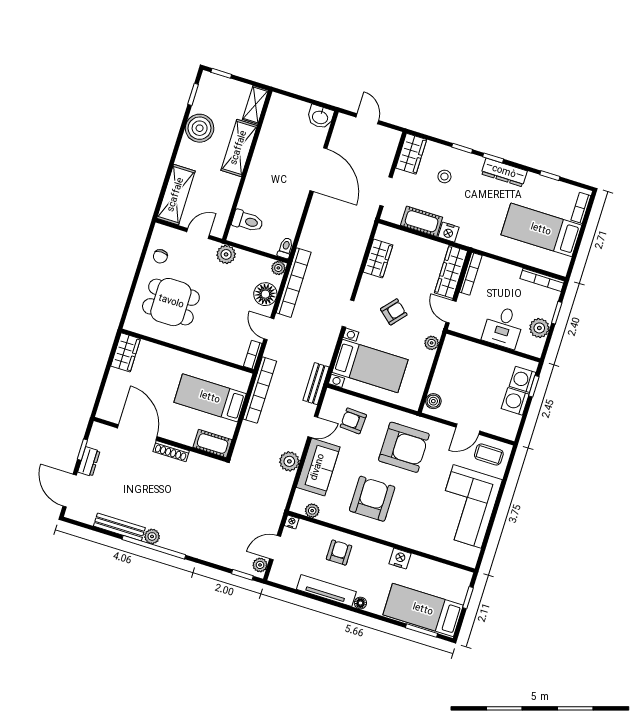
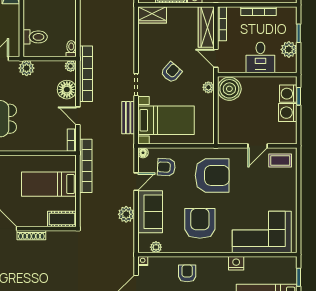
wardrobe: (378, 258) -> (152, 15), moved, turned 90
bookcase: (542, 280) -> (258, 11), moved
bench: (316, 384) -> (128, 118), moved
floor lamp: (331, 396) -> (143, 153), added
boiler: (433, 401) -> (229, 89), moved, width x1.86, depth x1.86
corner sofa: (467, 506) -> (262, 232), moved, turned 90

